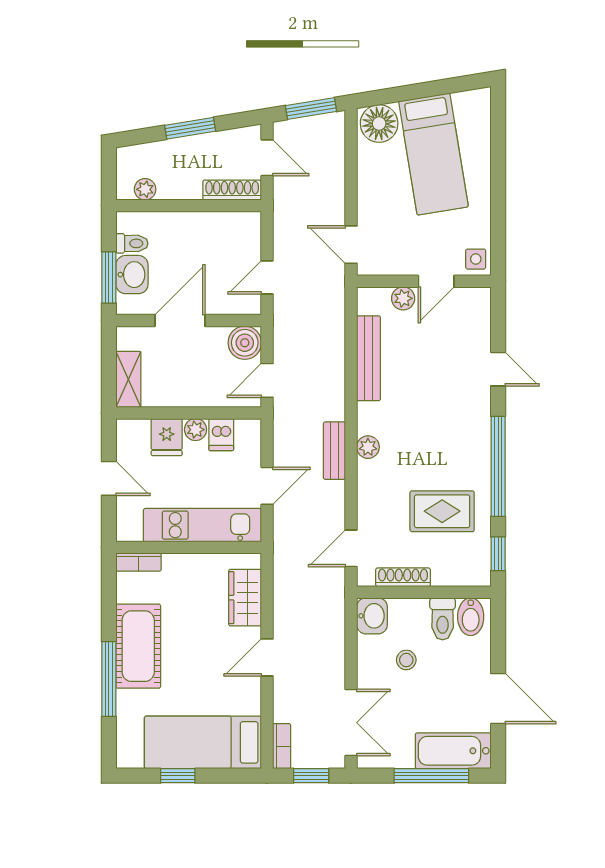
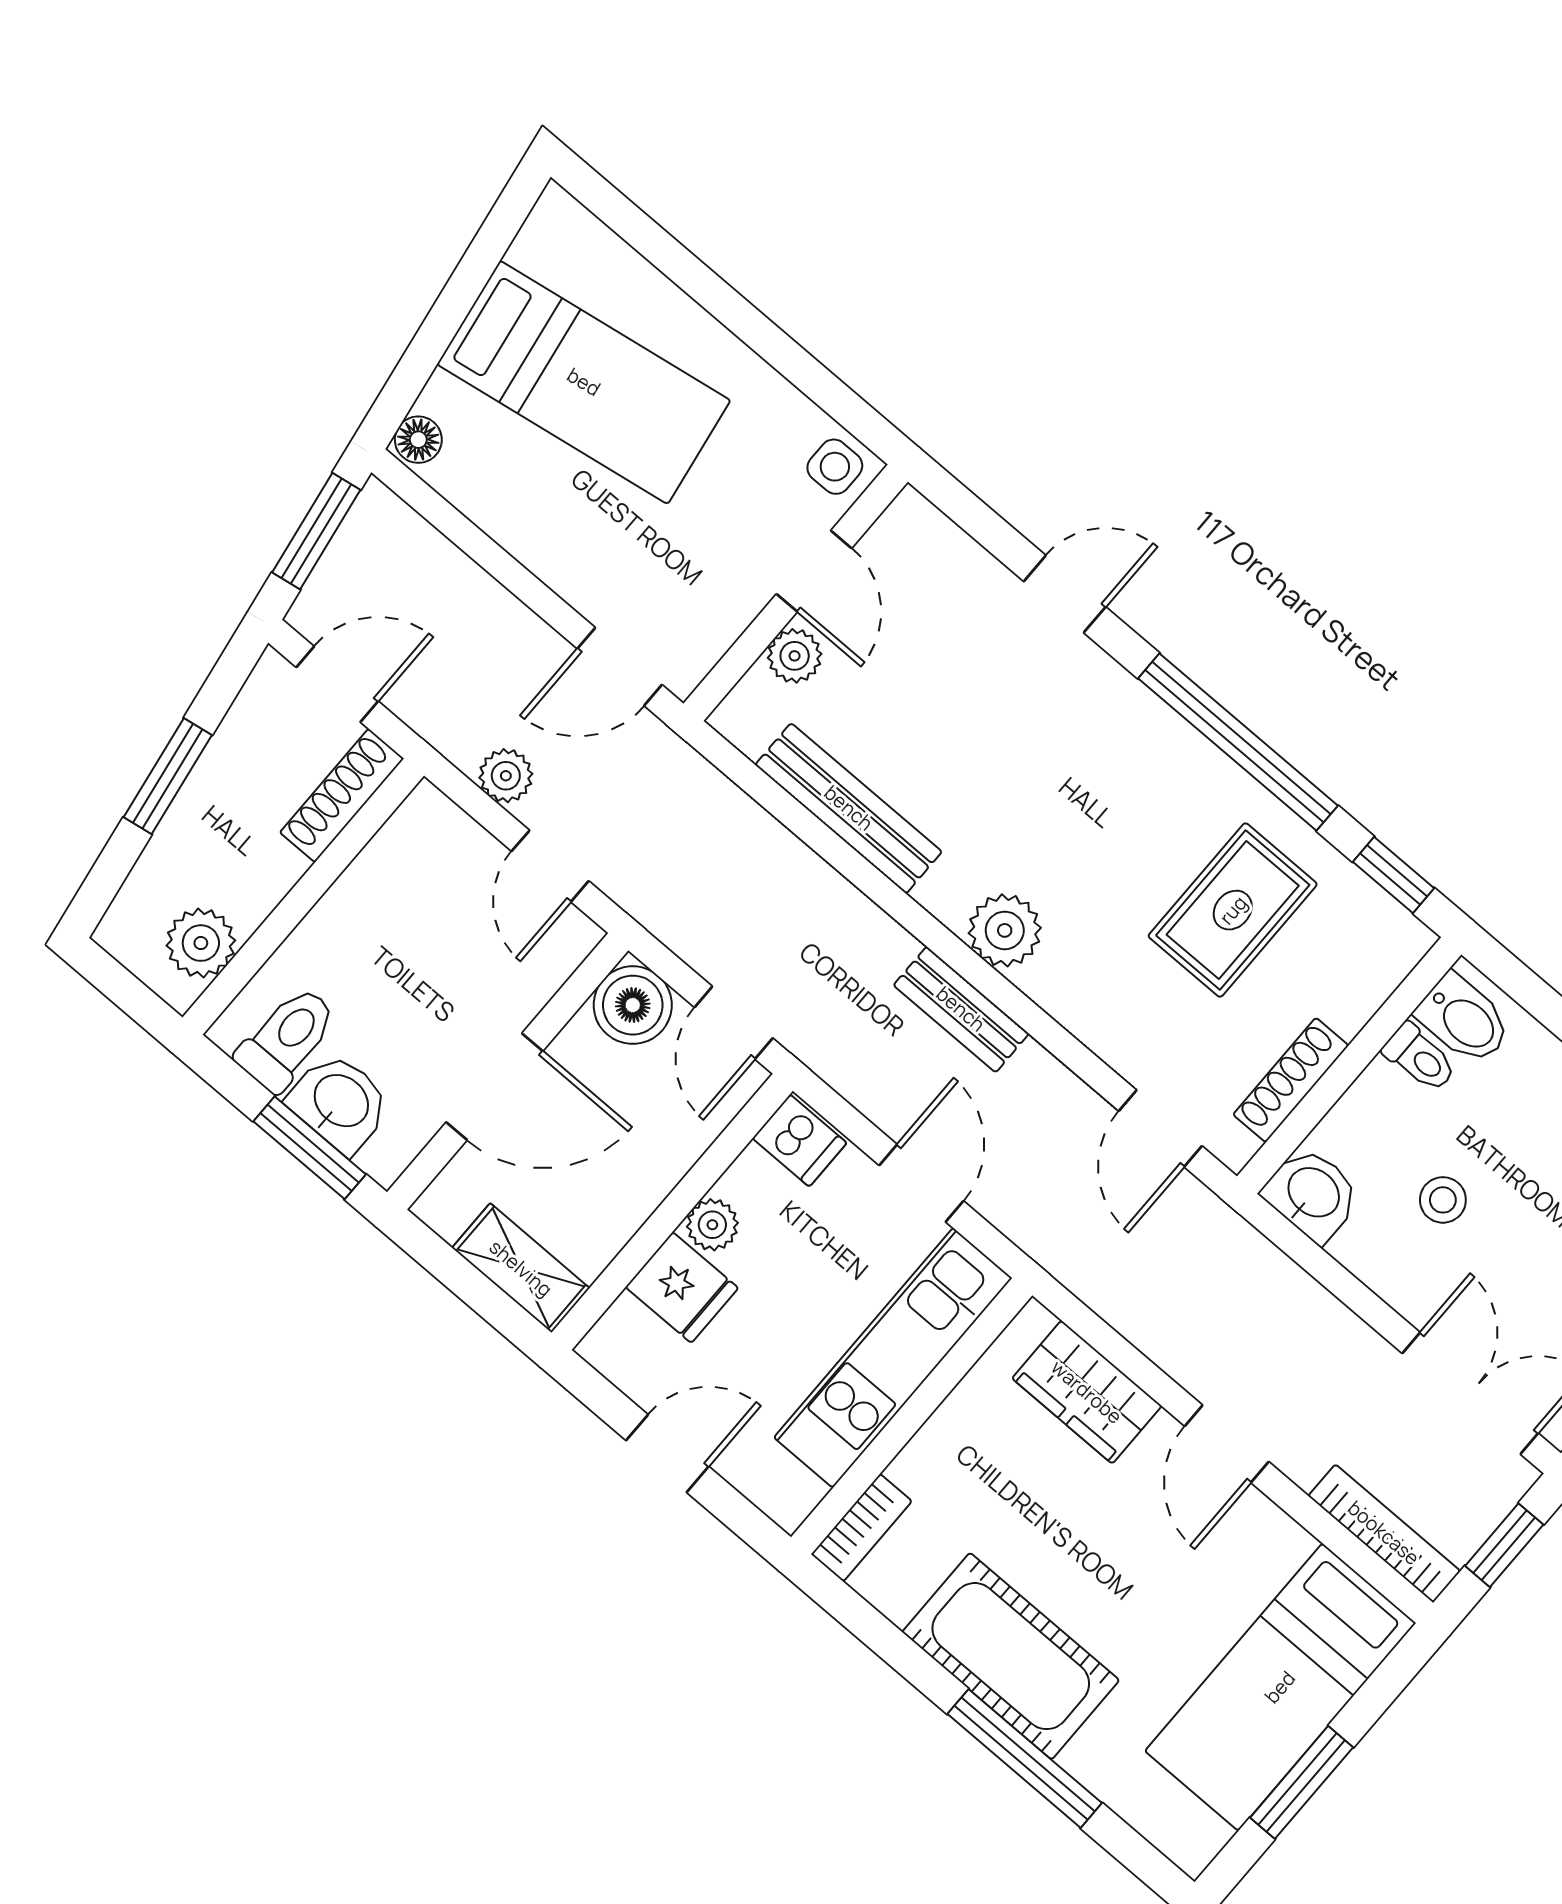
floor lamp: (379, 124) -> (418, 440), width x0.53, depth x0.53
plant: (145, 189) -> (201, 943), width x1.38, depth x1.38
plant: (284, 238) -> (506, 776), added
toilet: (132, 243) -> (287, 1039), width x1.37, depth x1.39
door: (180, 320) -> (495, 1087), swing flipped
dishwasher: (221, 435) -> (800, 1141), moved
plant: (368, 447) -> (1005, 930), width x1.38, depth x1.38
toilet: (443, 619) -> (1420, 1058), width x0.73, depth x0.72
bookcase: (282, 746) -> (1384, 1533), width x1.56
window: (178, 776) -> (1302, 1782), width x1.50

